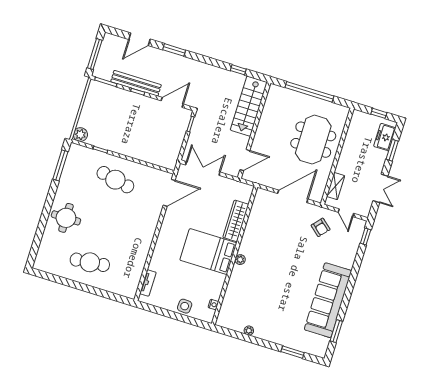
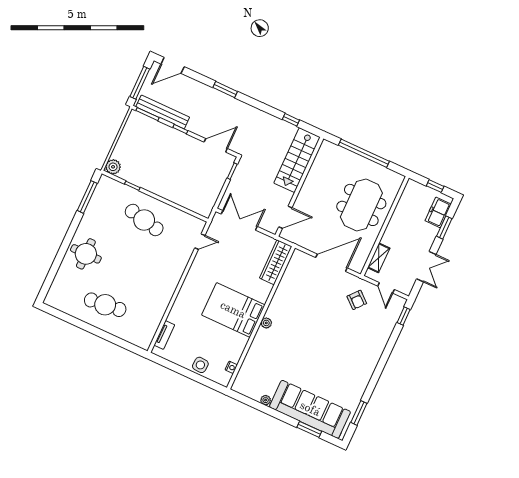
door: (139, 39) -> (173, 65), moved
bench: (136, 83) -> (163, 112), moved
door: (169, 193) -> (200, 242), width x0.53
wardrobe: (236, 221) -> (276, 262), moved
sofa: (328, 300) -> (310, 409), moved, turned 90

